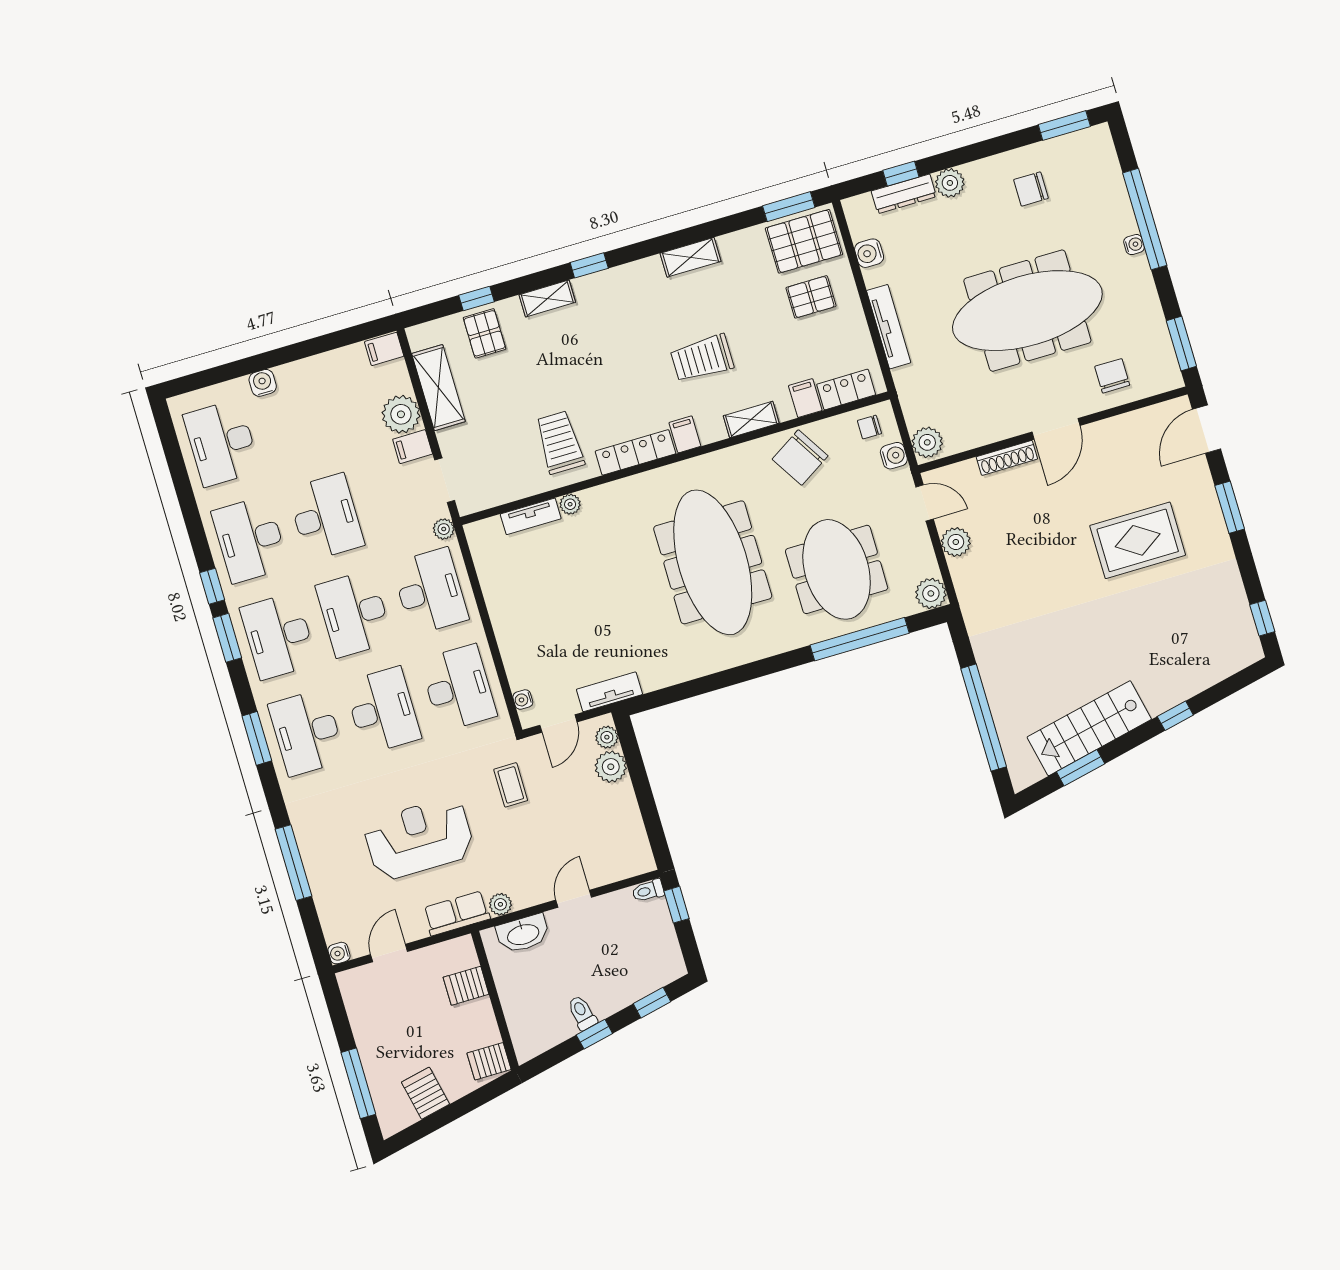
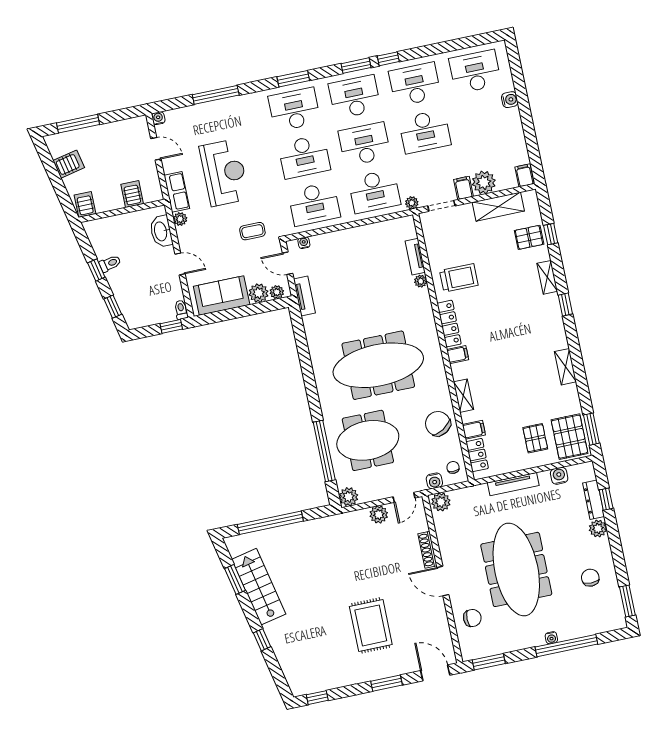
trolley: (702, 358) -> (503, 369), removed
sofa: (620, 827) -> (222, 296), added

